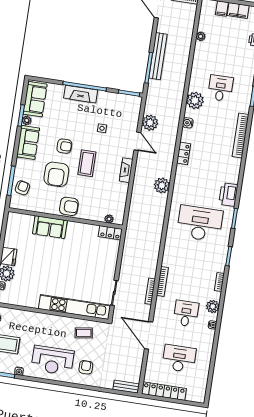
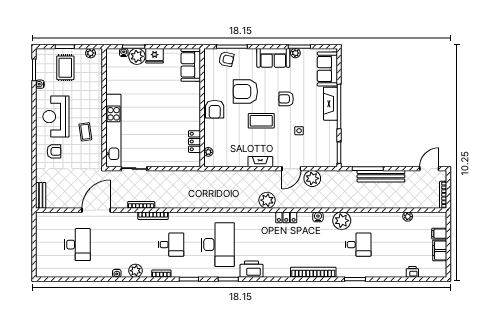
sofa: (35, 99) -> (327, 69), moved, turned 90
armchair: (64, 146) -> (286, 99), moved, turned 90
plant: (162, 185) -> (267, 200), moved
sofa: (50, 227) -> (191, 65), moved
locker: (110, 233) -> (194, 142), moved
desk: (186, 313) -> (171, 245), moved
coffee table: (84, 333) -> (85, 132), moved
locker: (164, 391) -> (42, 234), removed

